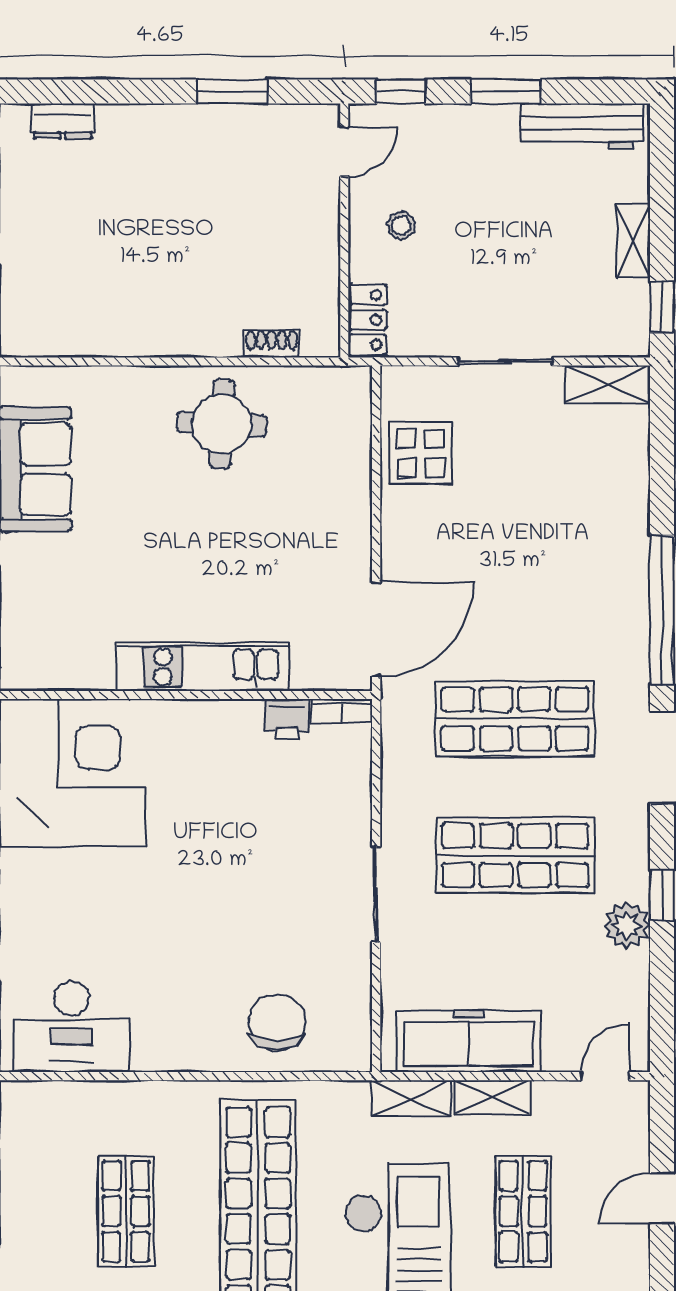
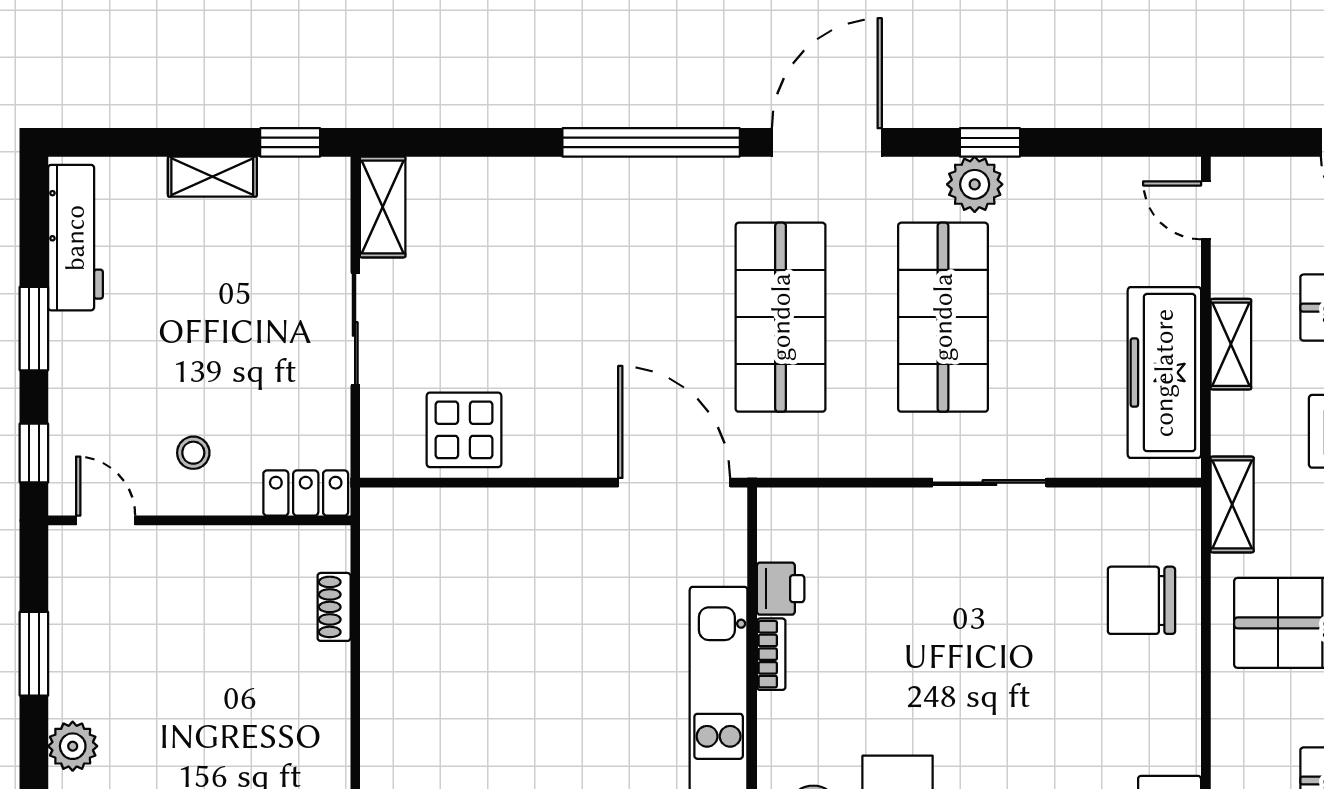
plant: (155, 124) -> (73, 746), added
round table: (222, 424) -> (430, 666), removed
bookcase: (342, 711) -> (771, 654), moved
plant: (627, 926) -> (975, 184), moved
shelving: (411, 1098) -> (1232, 504), moved

